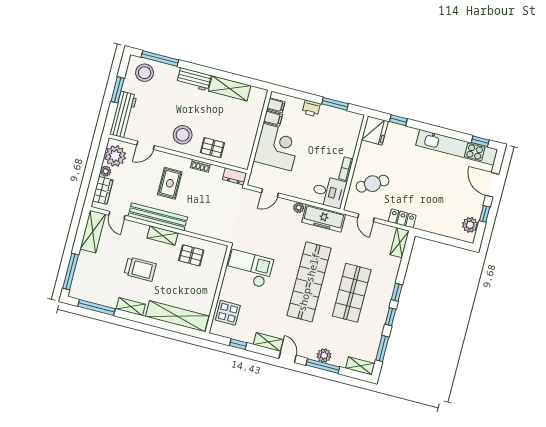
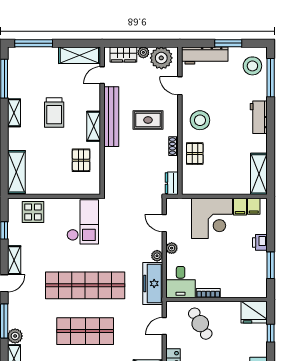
shelving: (230, 88) -> (259, 174), moved
plant: (295, 192) -> (172, 248), added
shelving: (177, 316) -> (16, 172), width x0.68
plant: (324, 355) -> (15, 336), moved

